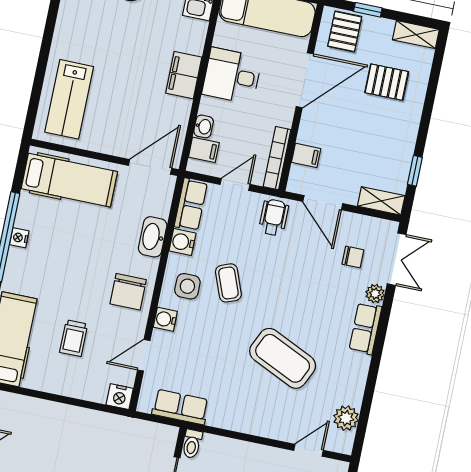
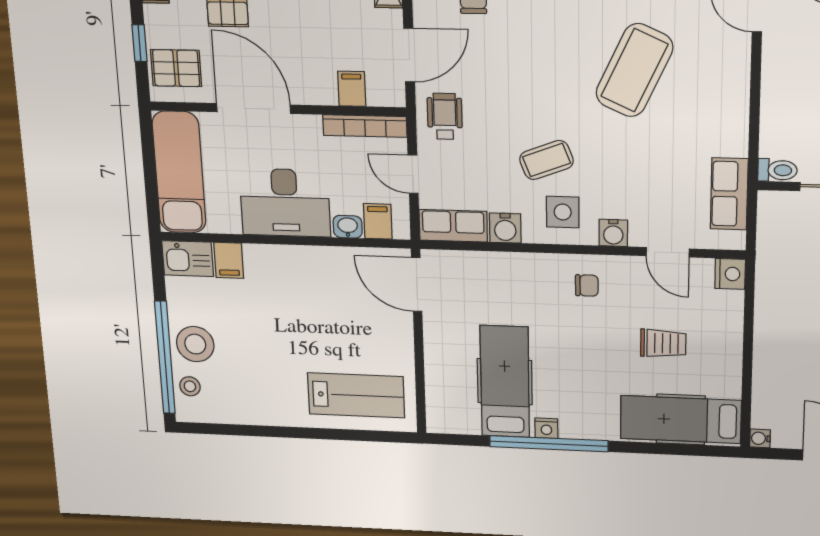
filing cabinet: (184, 75) -> (229, 260), moved, width x0.50
desk: (232, 76) -> (285, 203), width x1.37
hospital bed: (69, 180) -> (505, 382), moved
wheelchair: (274, 217) -> (445, 116), turned 90
washbasin: (153, 237) -> (507, 267), removed
chair: (128, 292) -> (587, 286), width x0.54, depth x0.54

